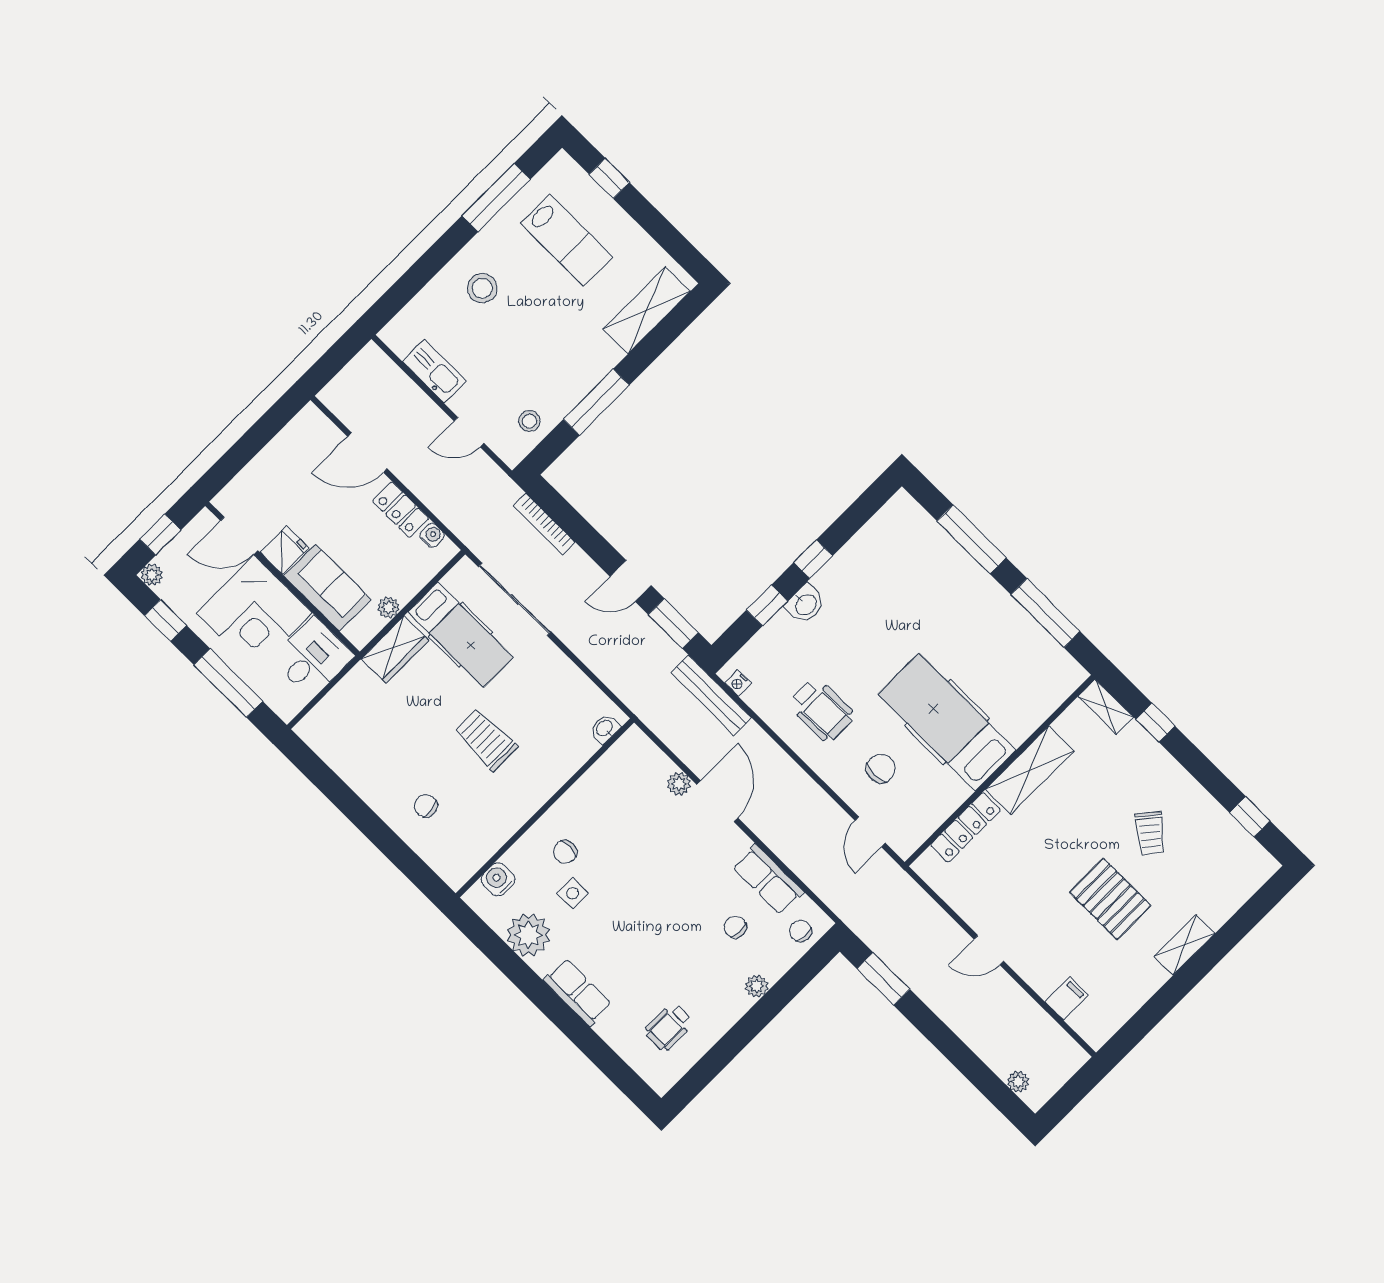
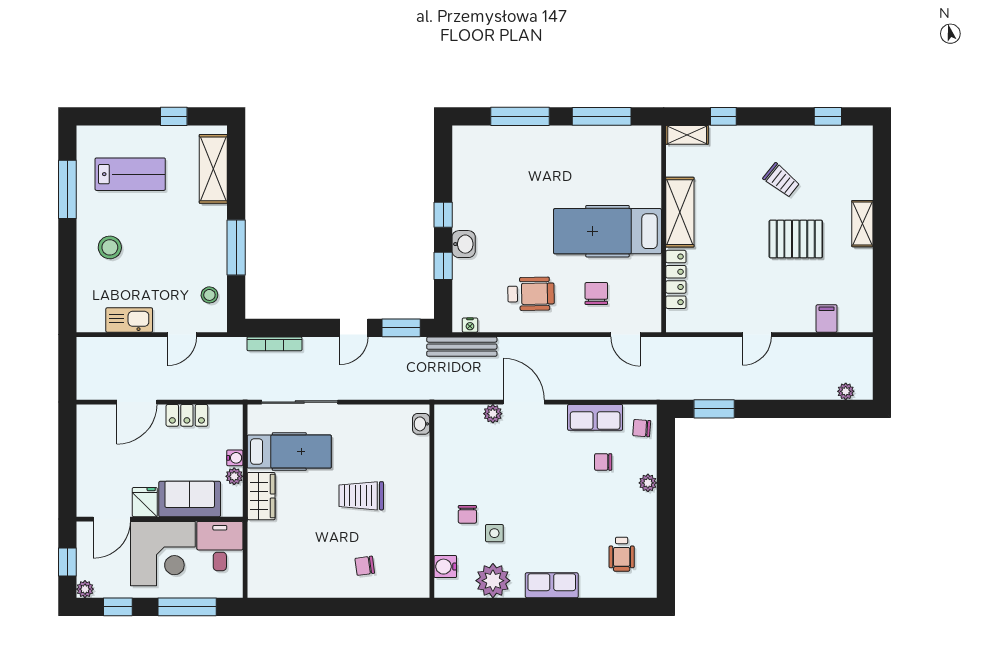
window: (609, 178) -> (174, 116), moved
water cooler: (432, 535) -> (235, 458), moved, turned 90

